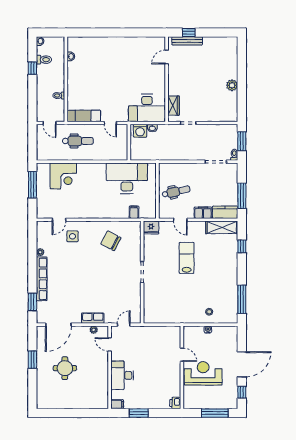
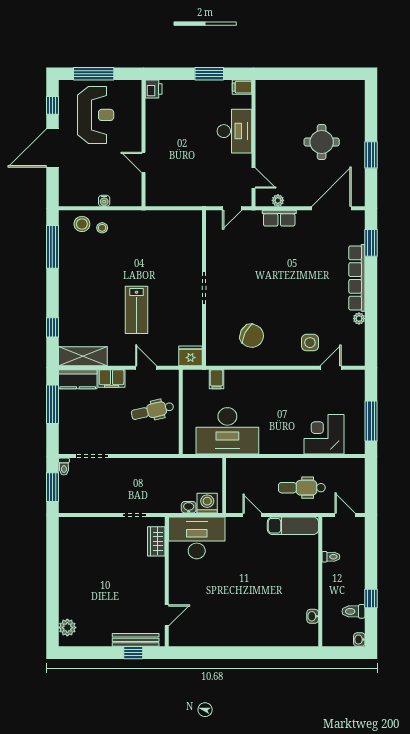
plant: (232, 85) -> (67, 628), moved
stool: (222, 314) -> (82, 224), added
reception desk: (203, 373) -> (96, 115), moved, turned -90

